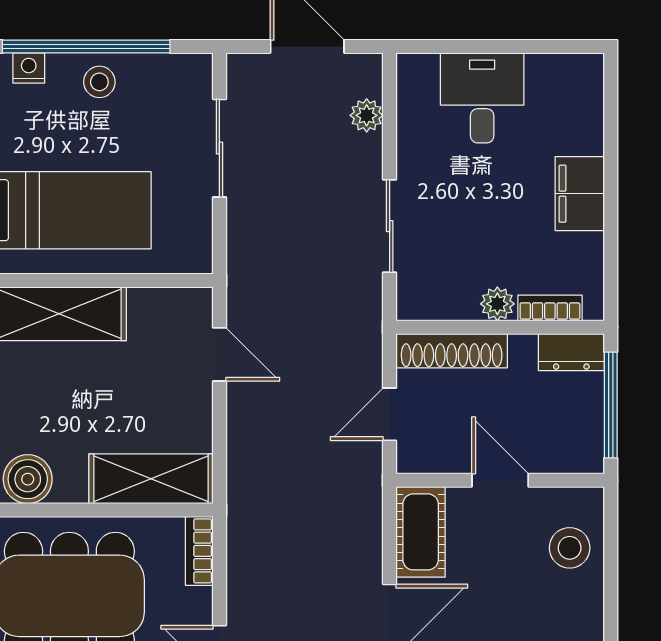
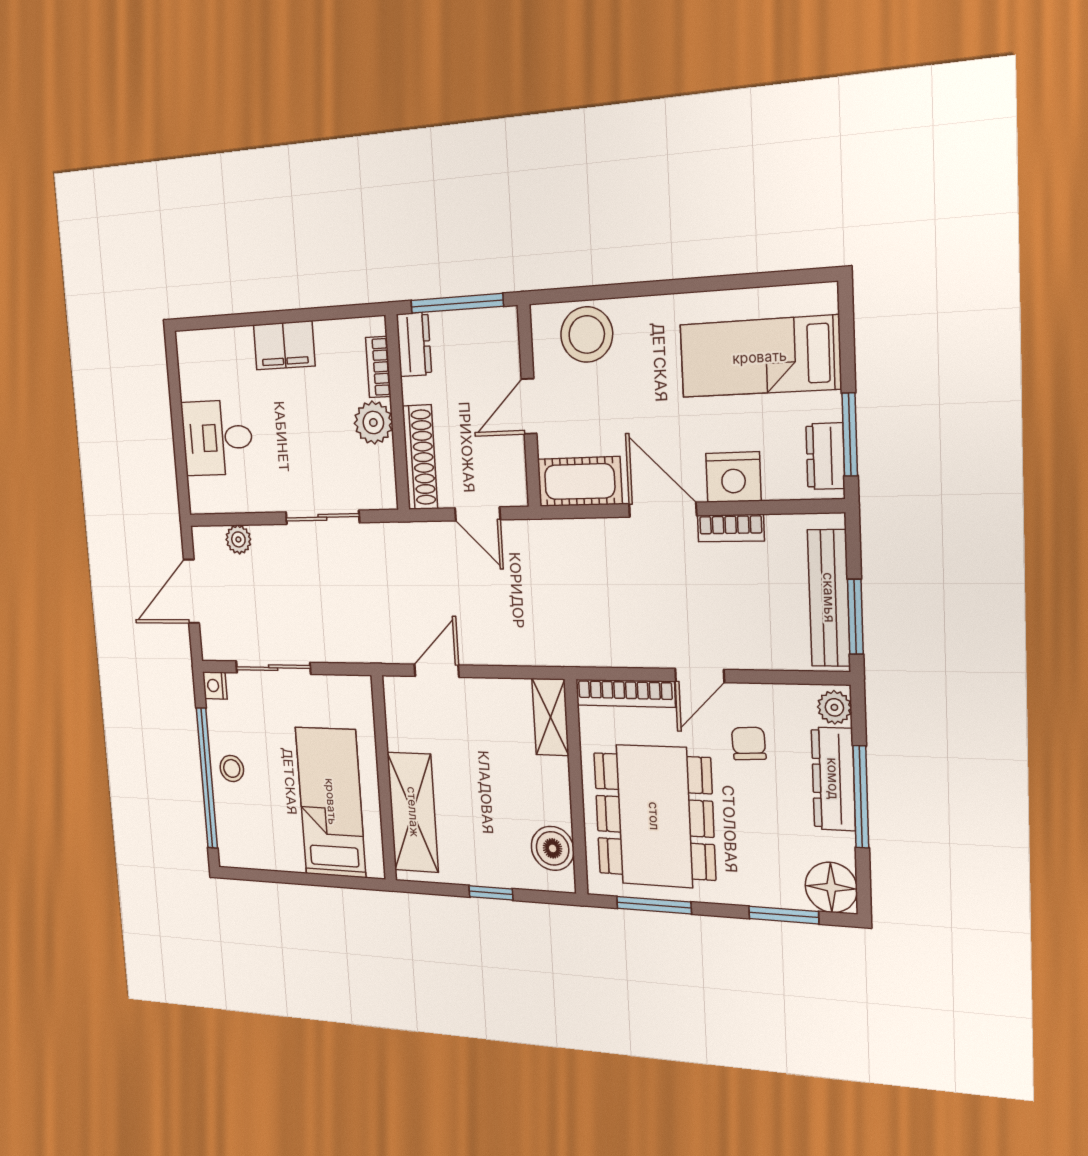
nightstand: (29, 68) -> (215, 686), moved
plant: (497, 304) -> (373, 423), width x1.38, depth x1.38
shelving: (151, 479) -> (550, 717), width x0.67, depth x0.75
stool: (570, 548) -> (587, 334), width x1.38, depth x1.38
bookcase: (199, 551) -> (625, 693), width x1.56

